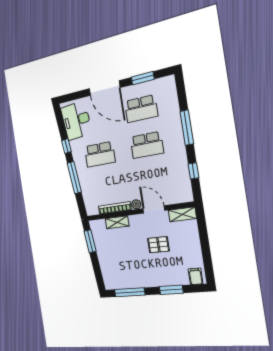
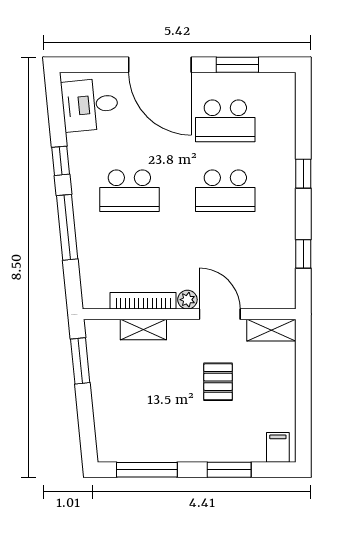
desk: (76, 121) -> (90, 105), width x0.73
window: (187, 128) -> (303, 174), width x0.46
pallet: (158, 245) -> (218, 382), turned 90

